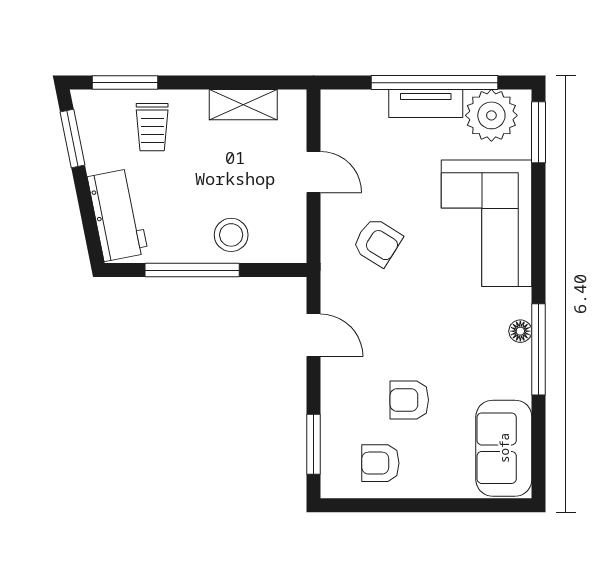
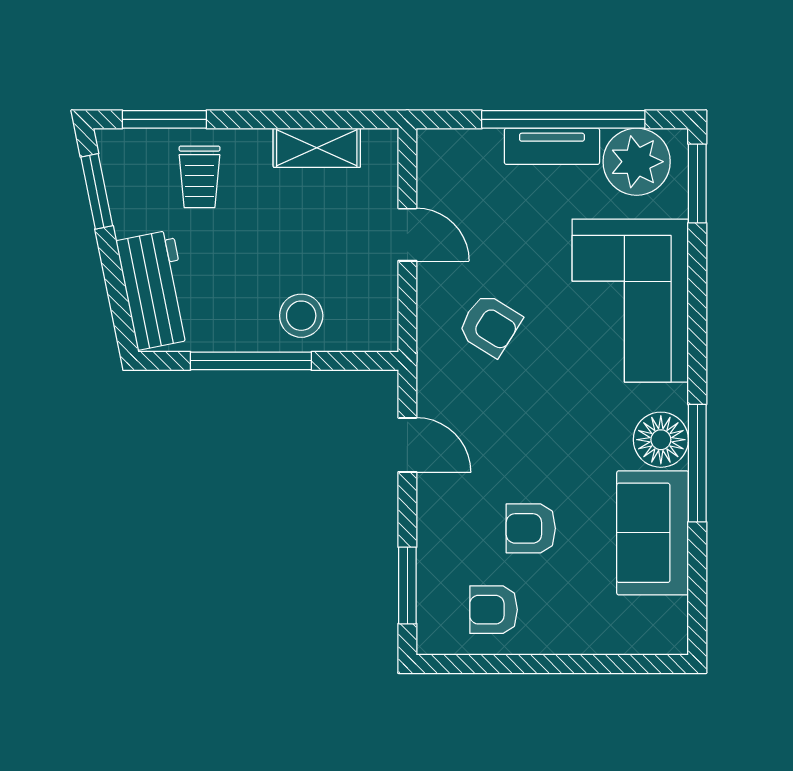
floor lamp: (520, 331) -> (661, 440), width x1.89, depth x1.89
sofa: (504, 448) -> (653, 533), moved

